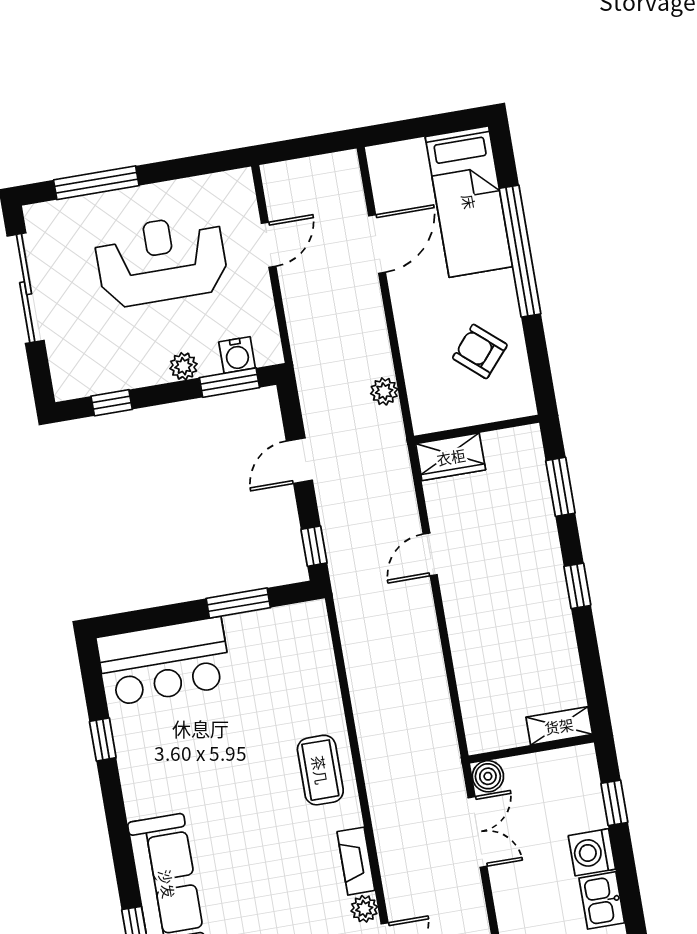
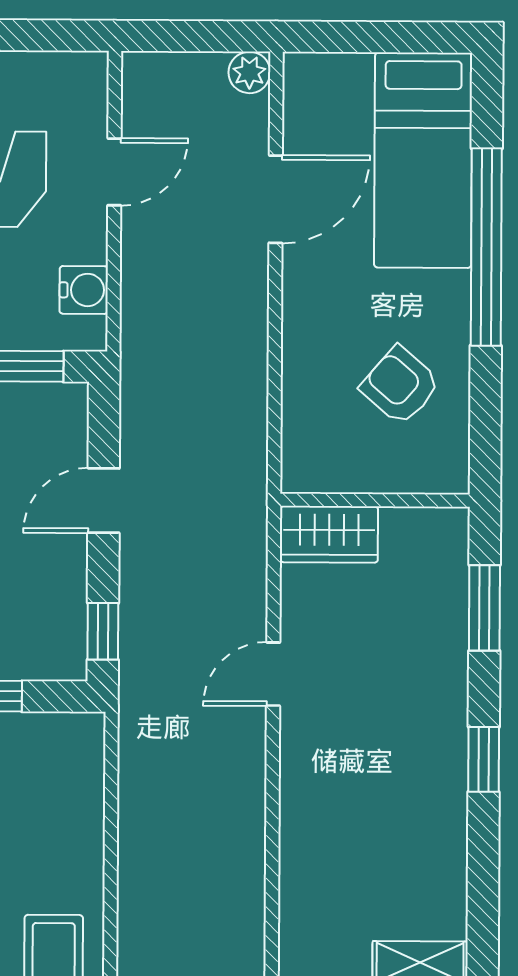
water cooler: (237, 355) -> (84, 290), moved, turned -90
plant: (384, 391) -> (249, 72), moved

